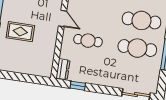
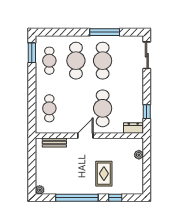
cafe table: (88, 41) -> (103, 108), width x1.37, depth x1.35
plant: (34, 71) -> (139, 155), added

